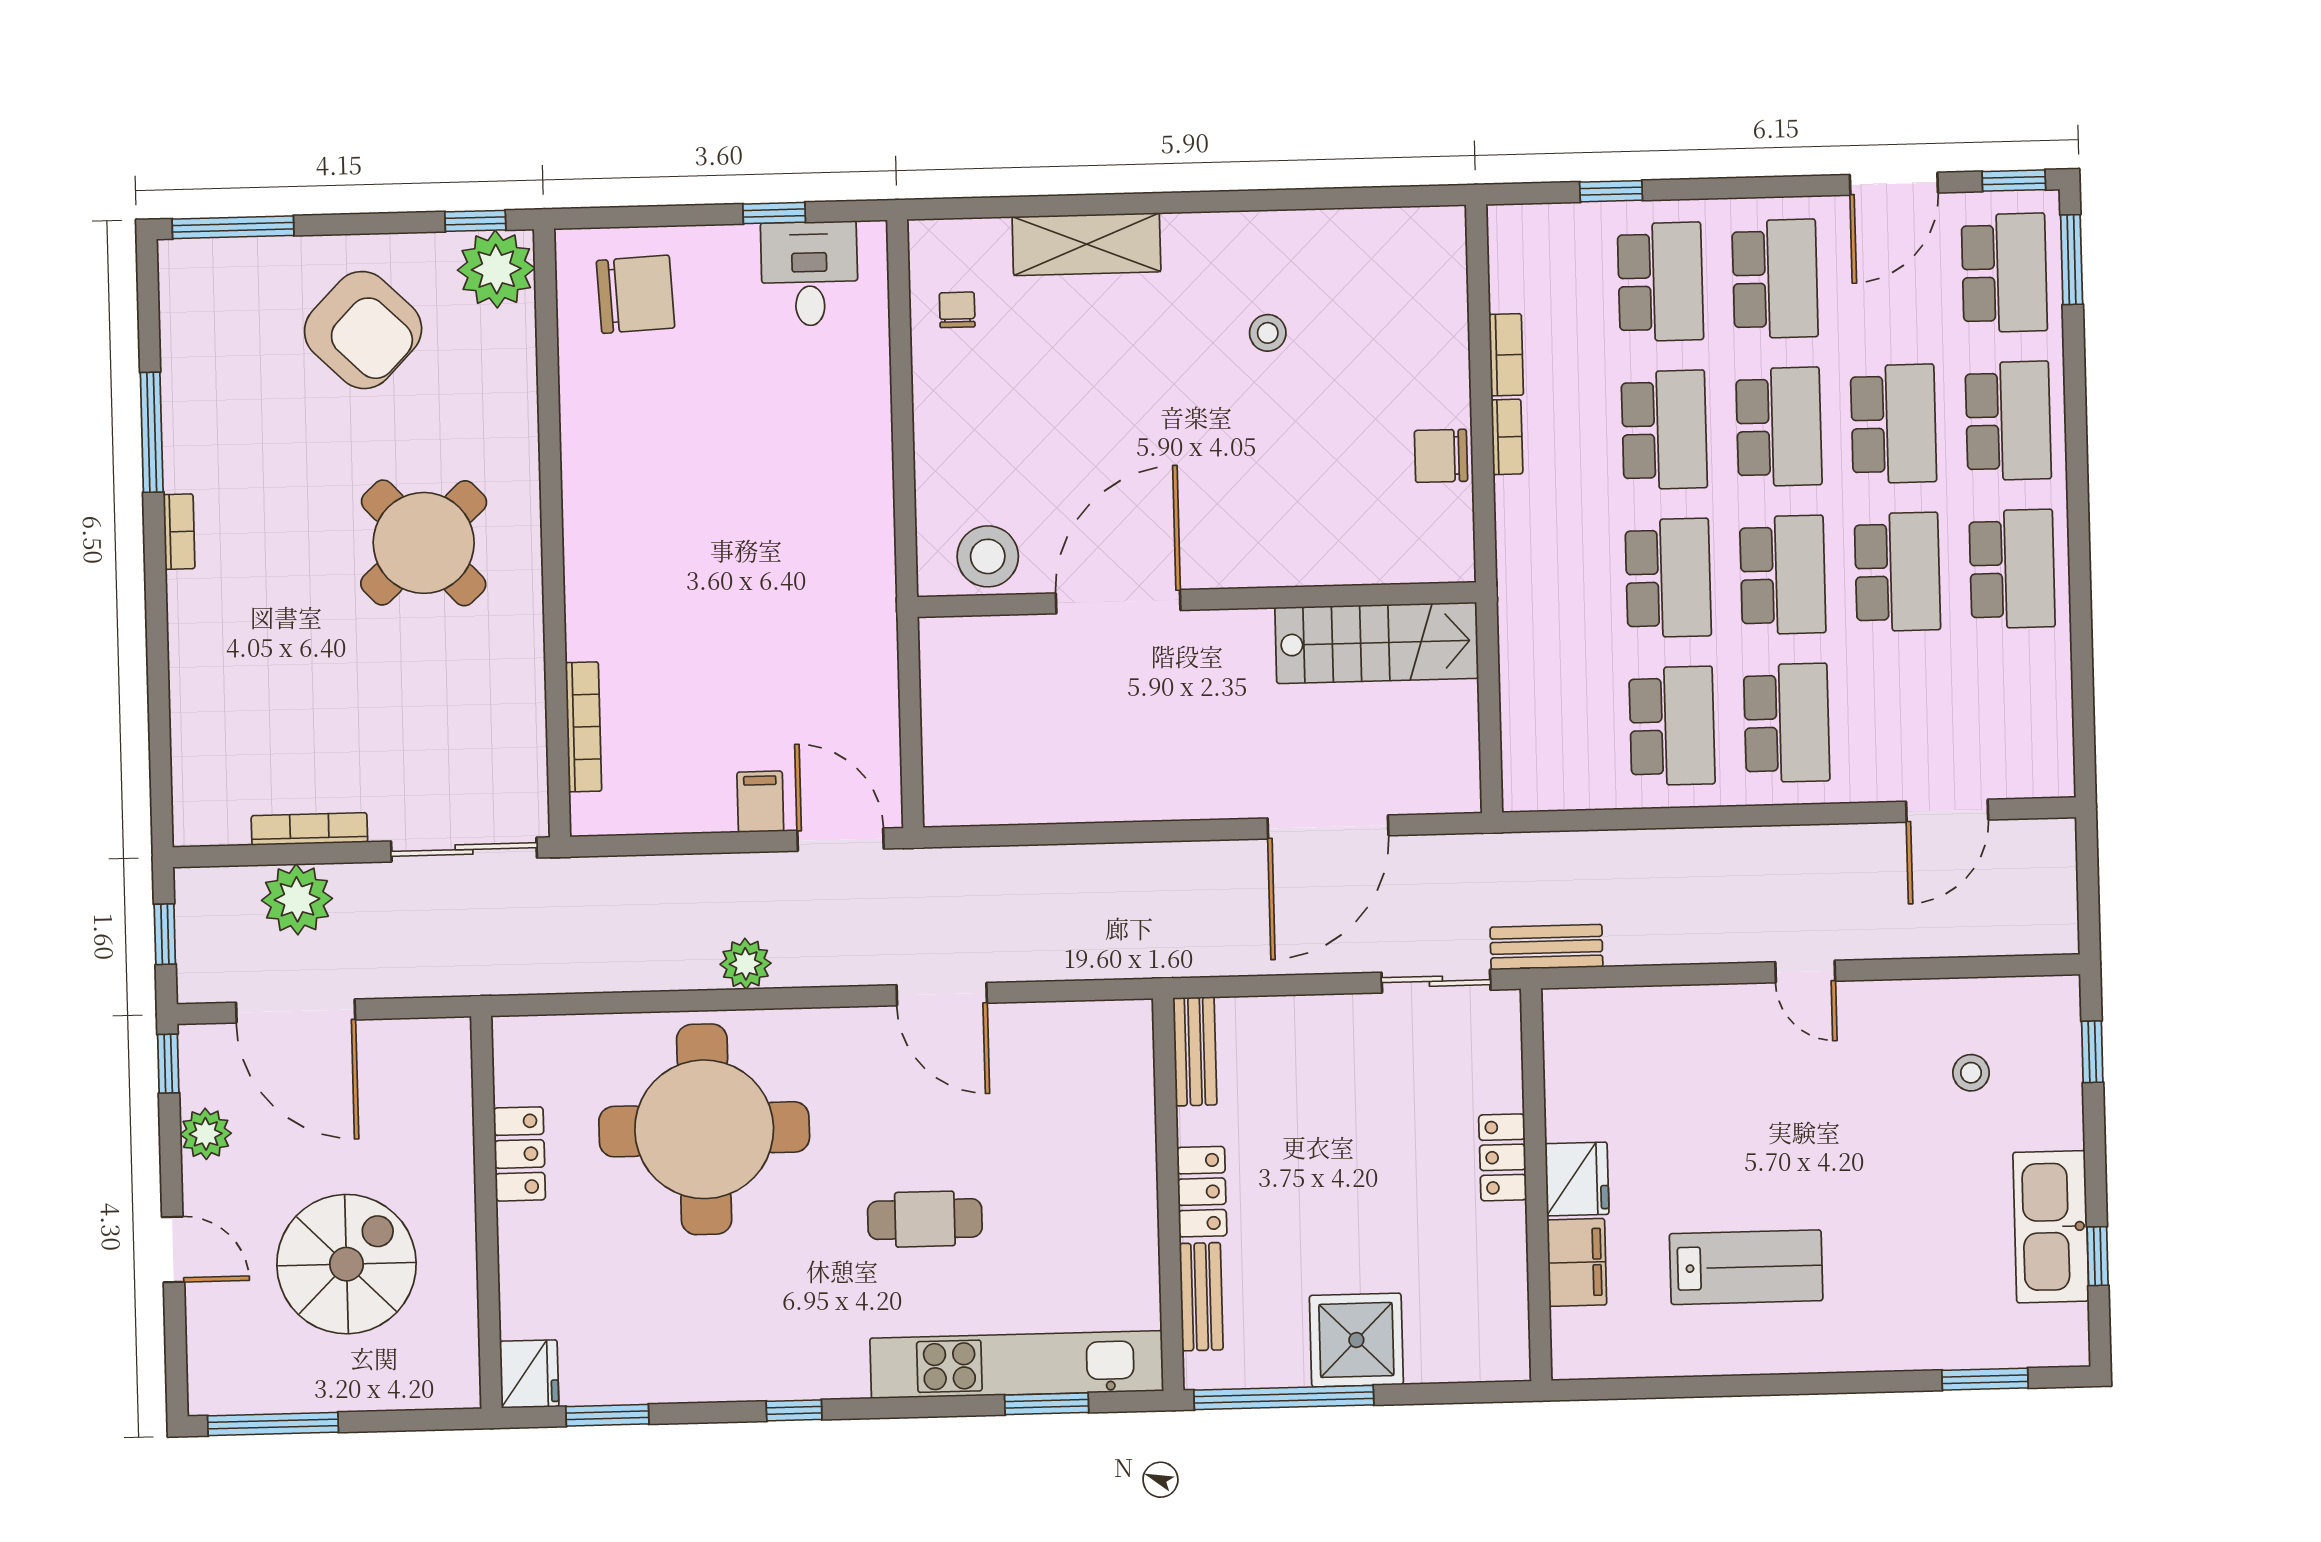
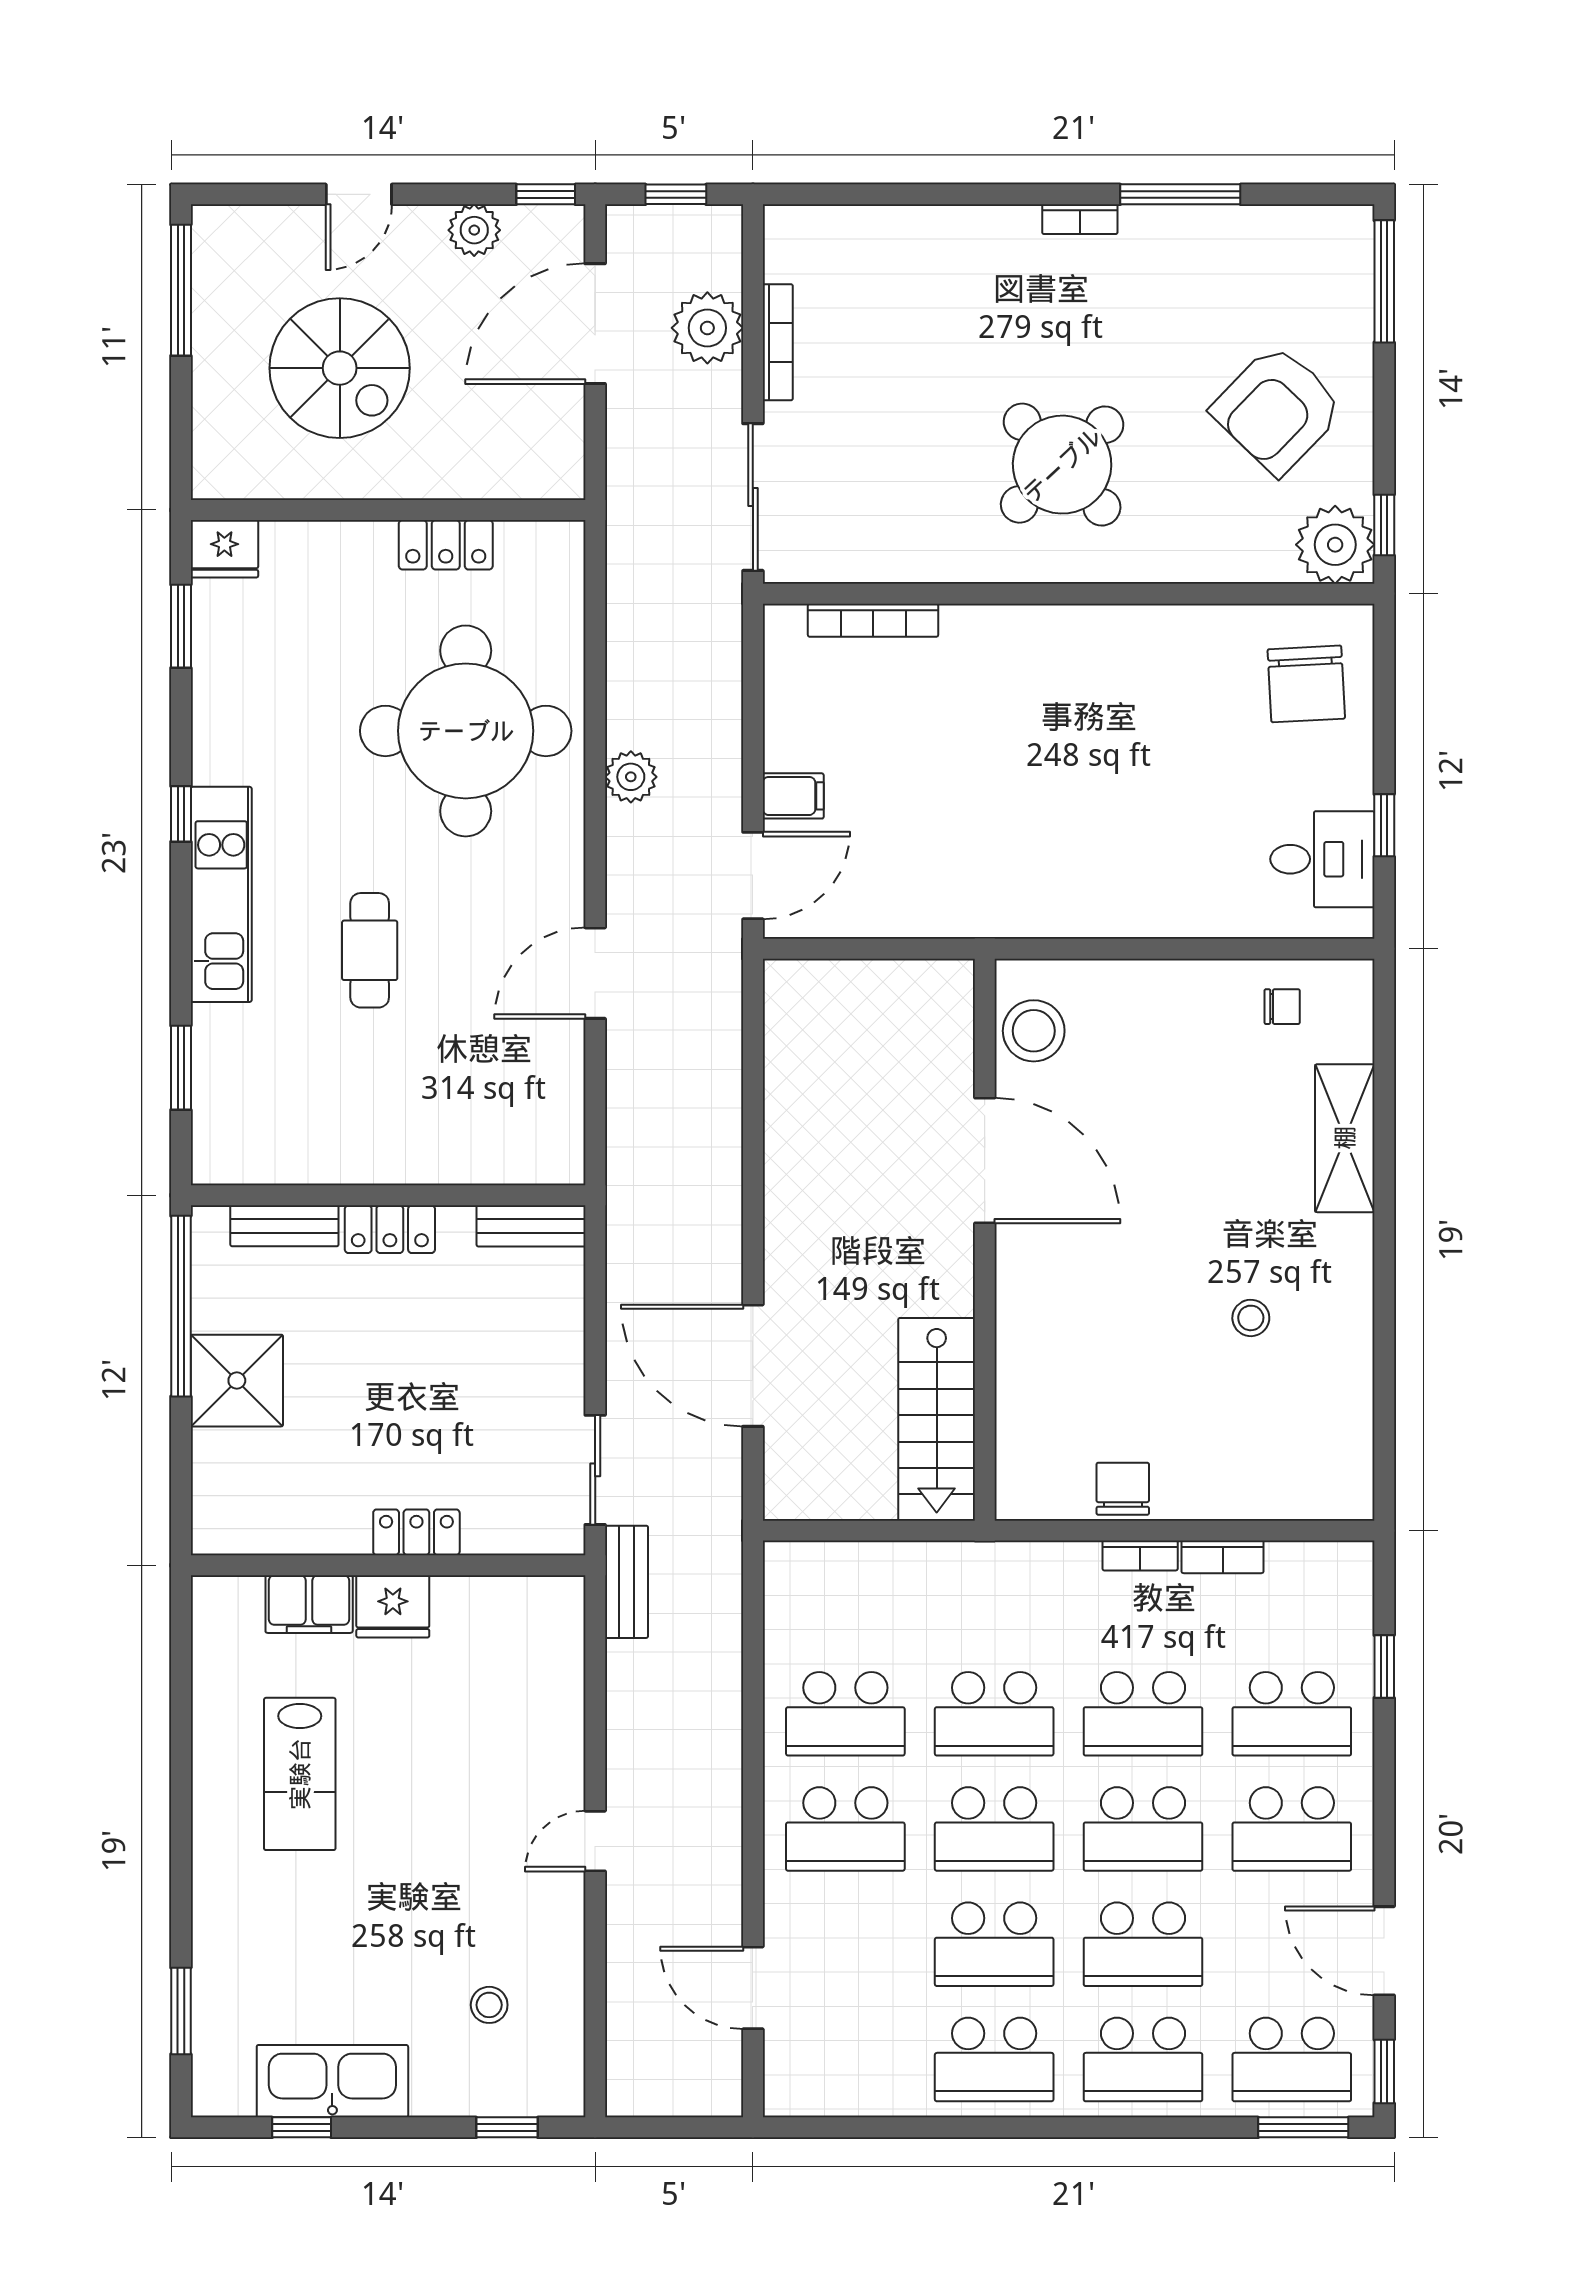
kitchen unit: (1017, 1364) -> (221, 894), moved, width x0.73

